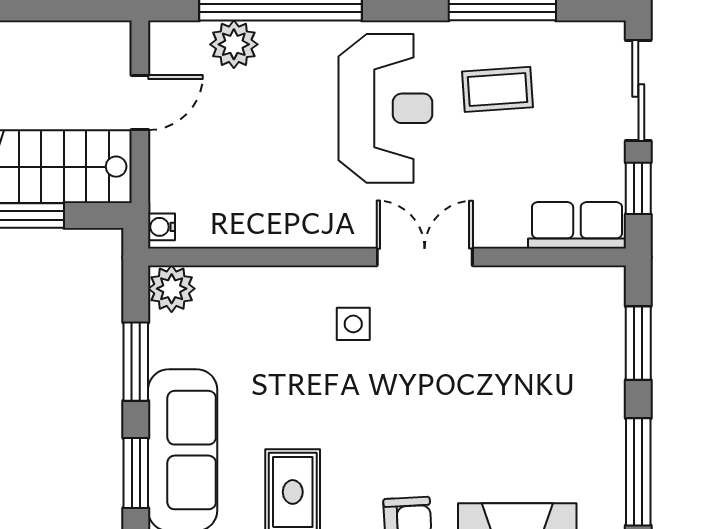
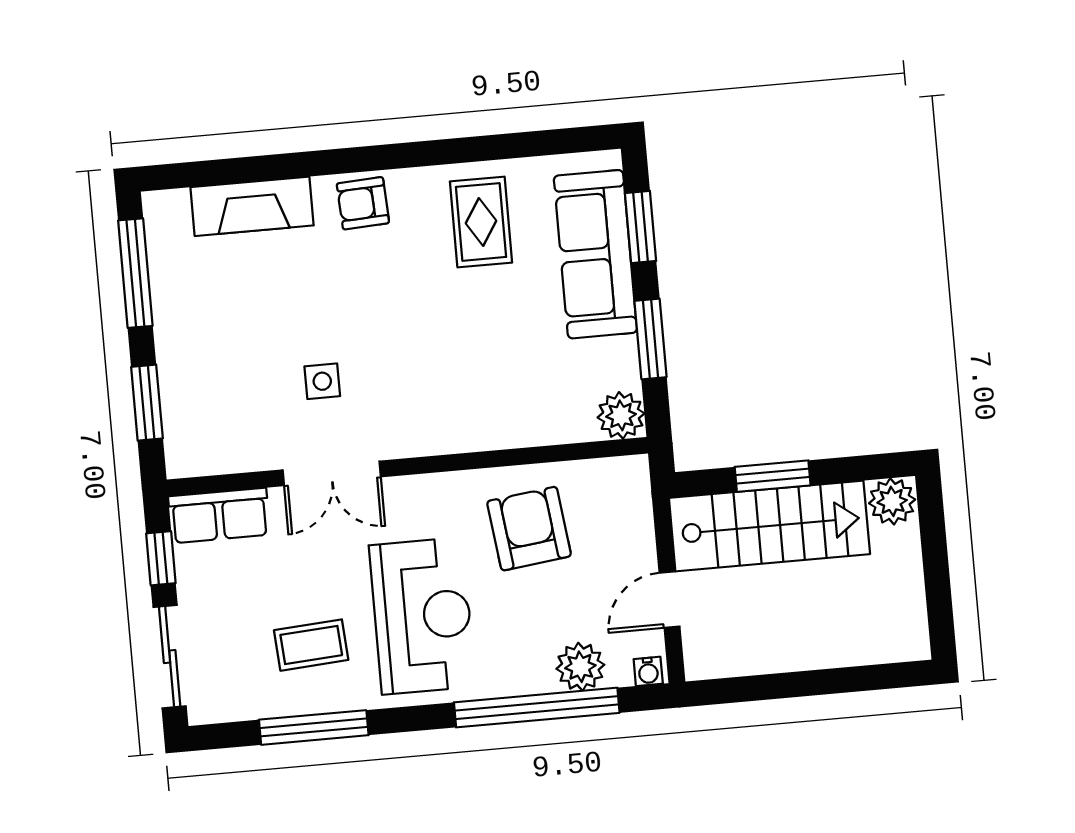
reception desk: (385, 108) -> (422, 616), turned 180
armchair: (272, 185) -> (529, 529), added
water cooler: (162, 227) -> (648, 671), moved, turned 90
double door: (425, 257) -> (332, 473), moved
side table: (353, 324) -> (322, 381), moved

